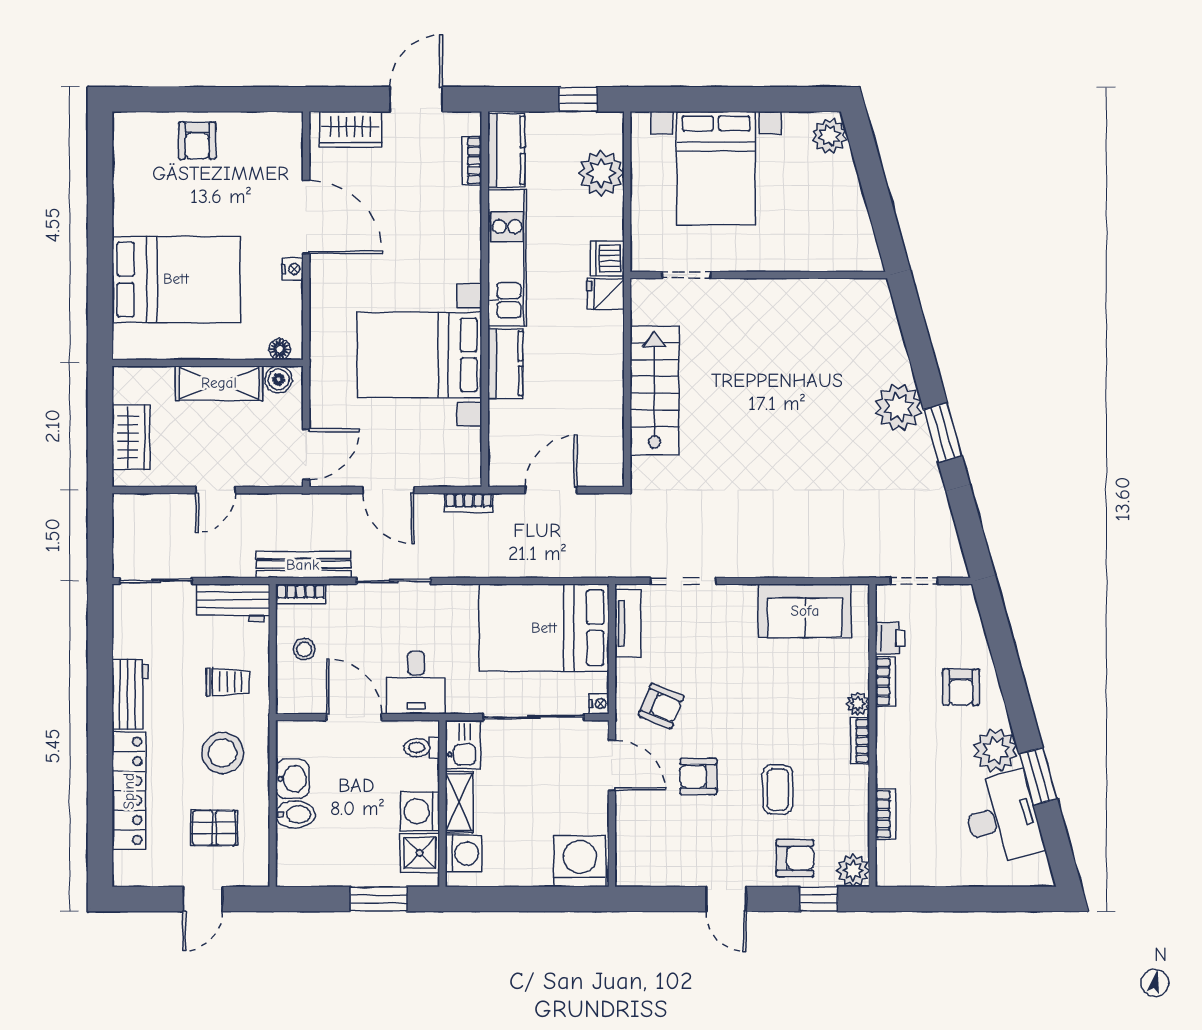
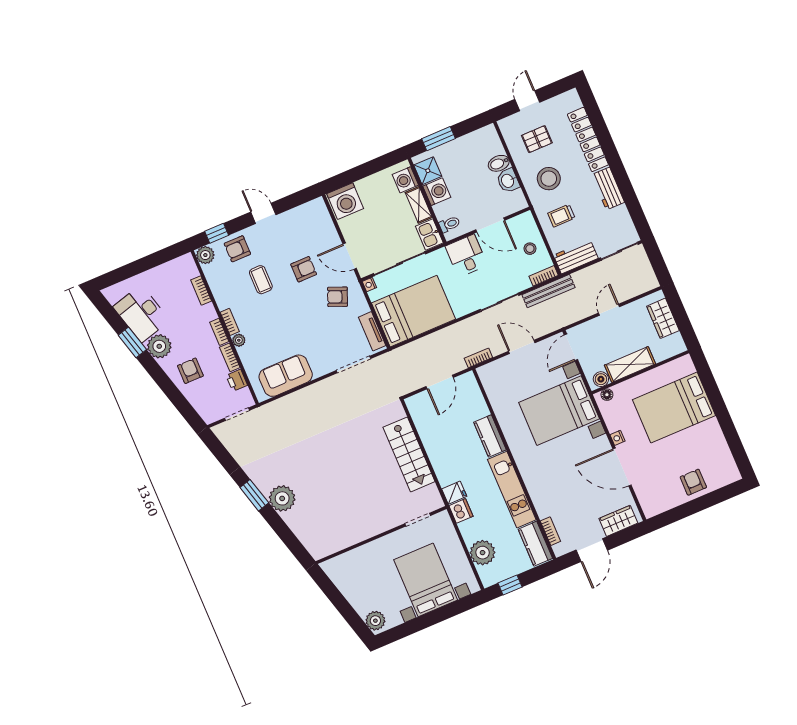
bed with nightstands: (420, 355) -> (559, 411), moved, turned 180
bookcase: (885, 732) -> (219, 332), added

